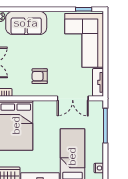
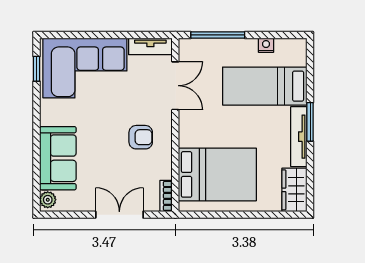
armchair: (40, 76) -> (141, 137), turned -90
nightstand: (99, 168) -> (266, 45), moved

